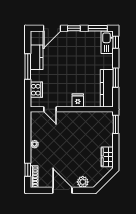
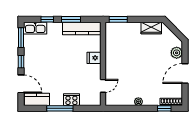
window: (116, 42) -> (47, 19), moved
kitchen counter: (37, 57) -> (37, 99), moved
cooker: (36, 90) -> (71, 100), moved

